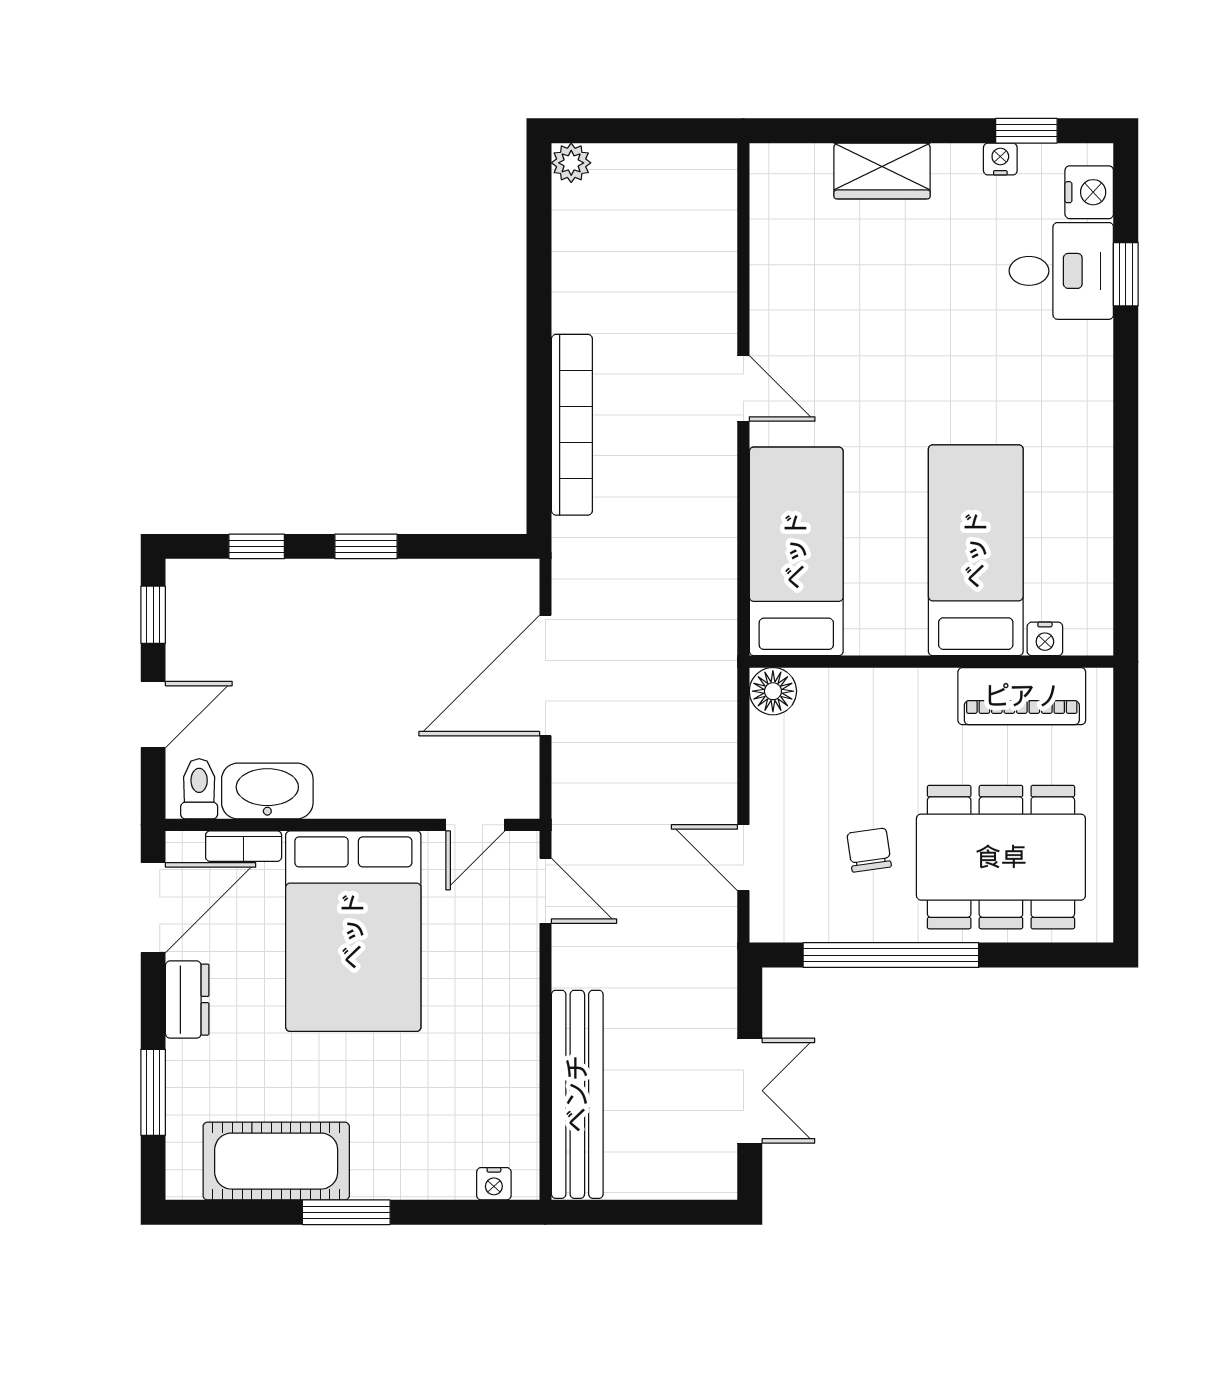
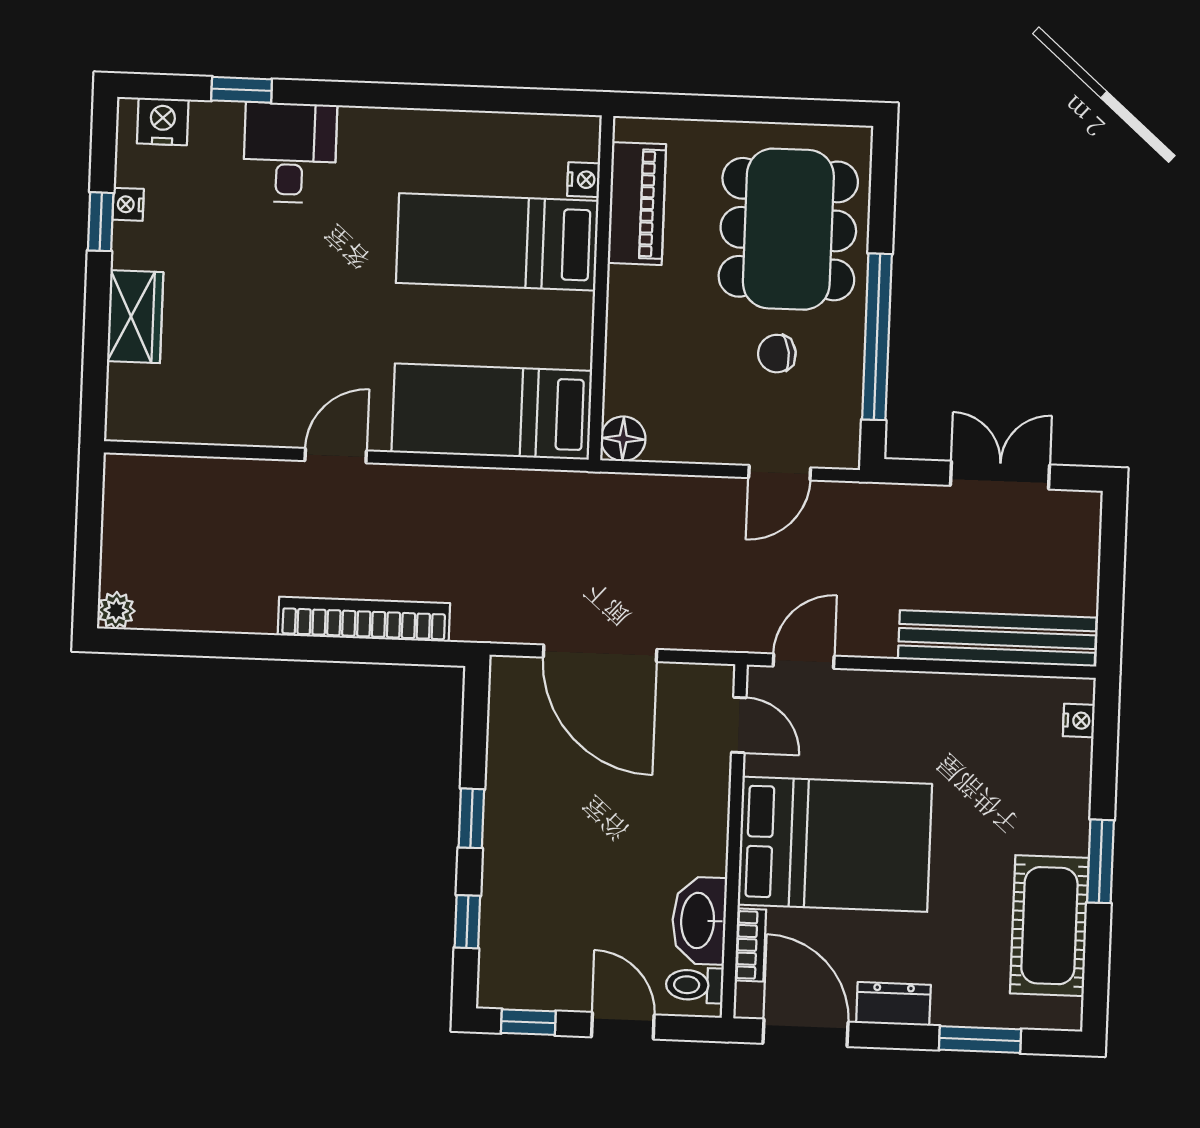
window: (1026, 131) -> (101, 222), moved
desk: (1061, 271) -> (290, 153), moved

